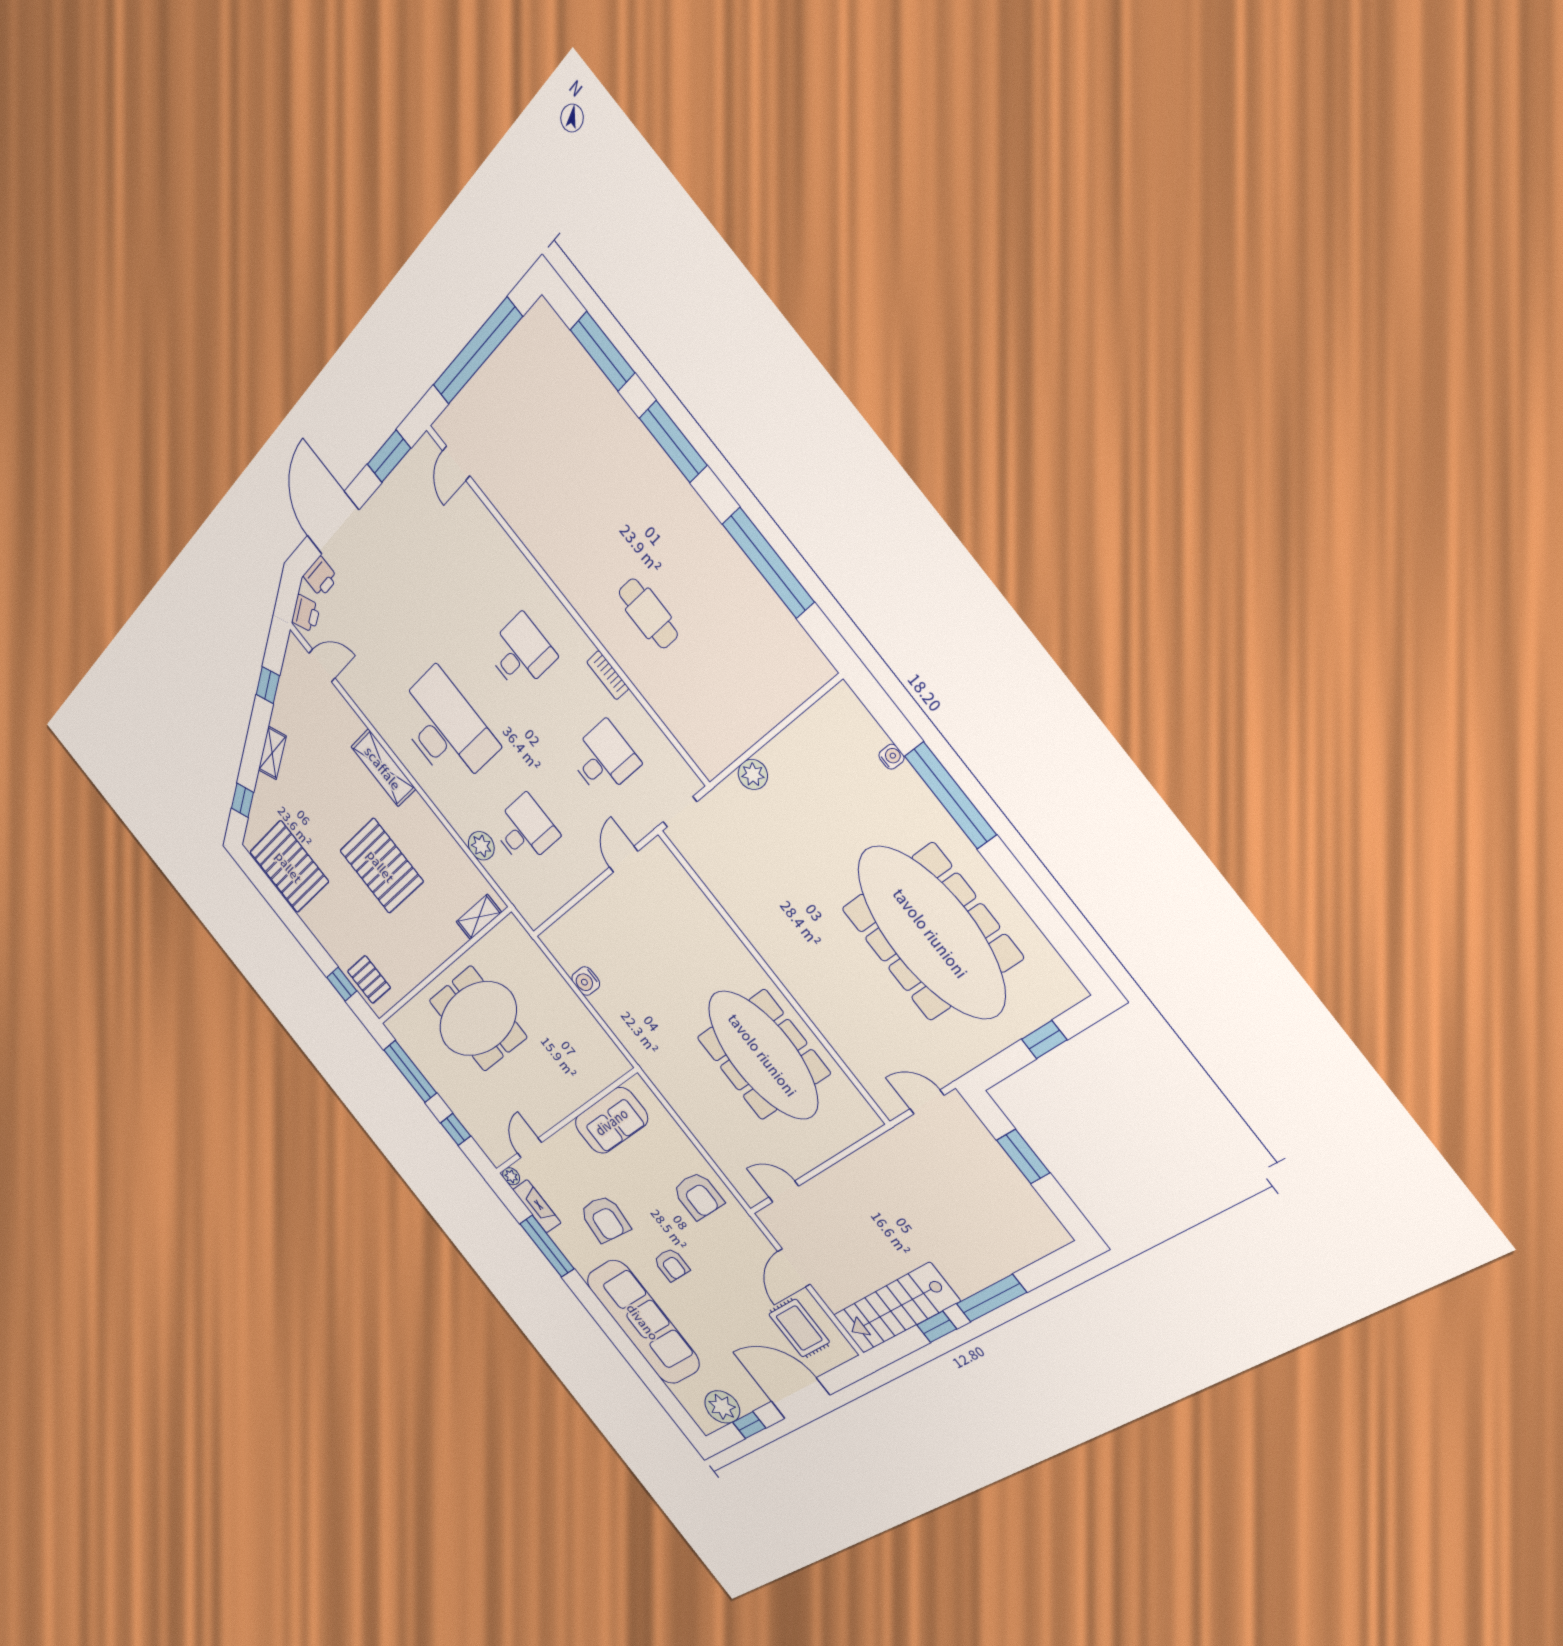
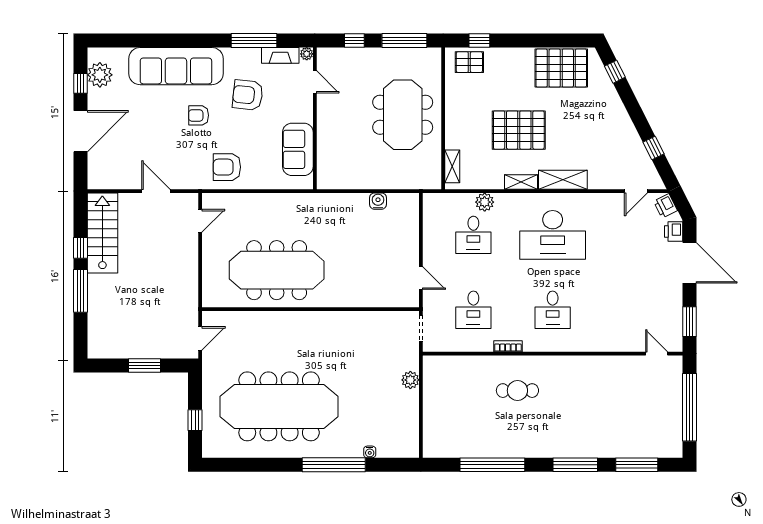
shelving: (272, 753) -> (521, 182), moved, turned -63
rug: (799, 1328) -> (121, 165), removed

